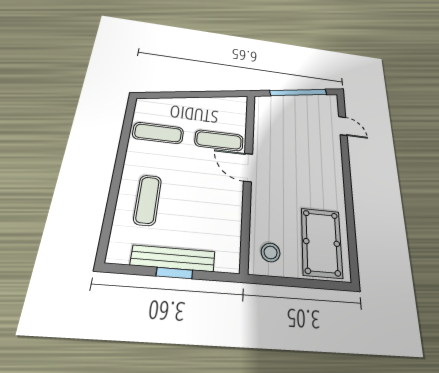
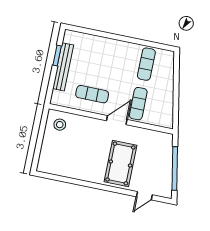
exercise mat: (148, 200) -> (92, 94), moved
pool table: (322, 242) -> (120, 163), moved, turned 90
window: (174, 273) -> (57, 56), moved

